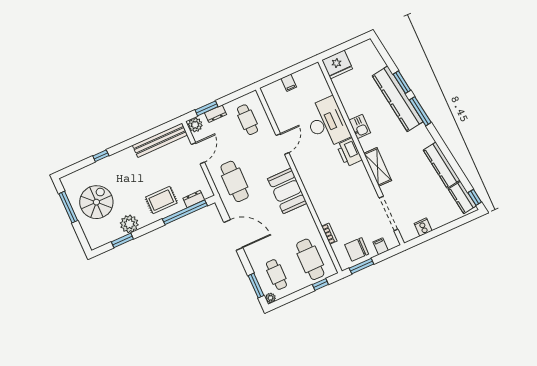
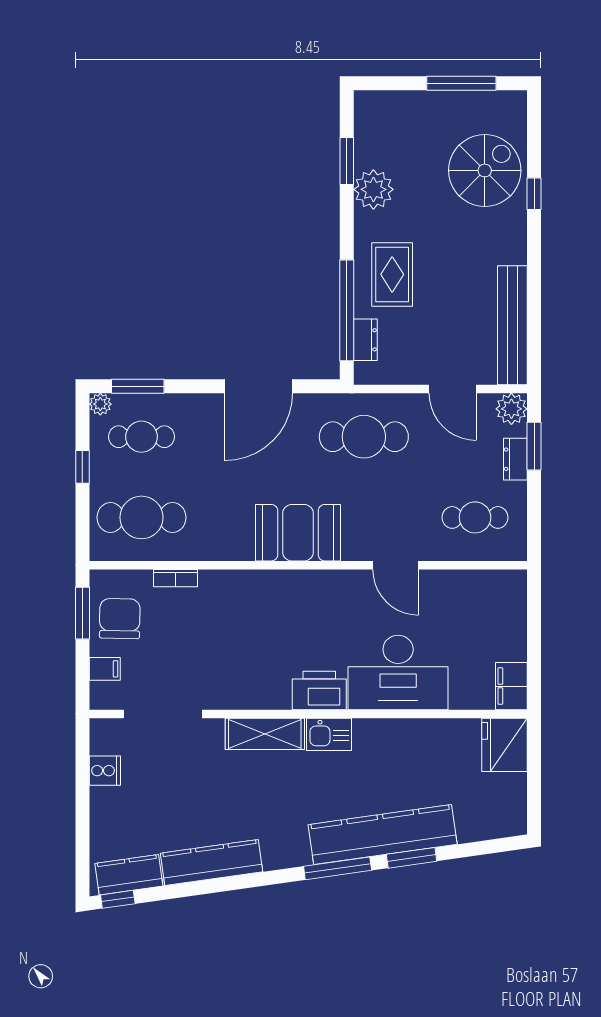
filing cabinet: (289, 83) -> (511, 686), moved, width x2.00
kitchen sink: (360, 127) -> (329, 734), moved
spiral stairs: (96, 202) -> (485, 170), moved, turned -90
window: (320, 285) -> (82, 467), moved

